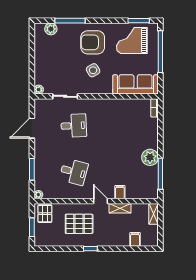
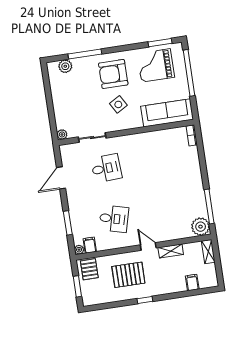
plant: (150, 157) -> (201, 227), moved
filing cabinet: (120, 192) -> (90, 245), moved

